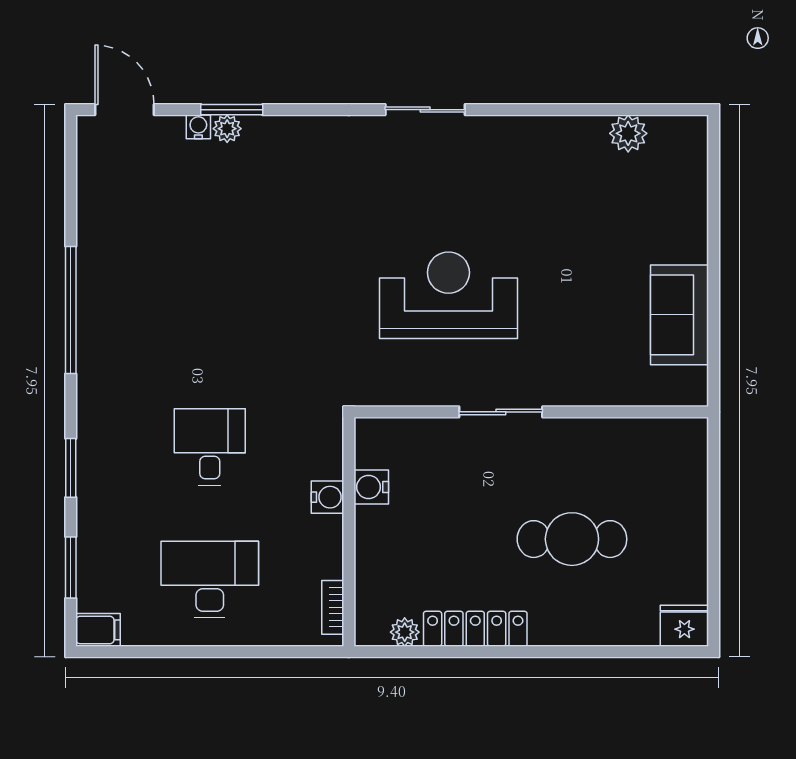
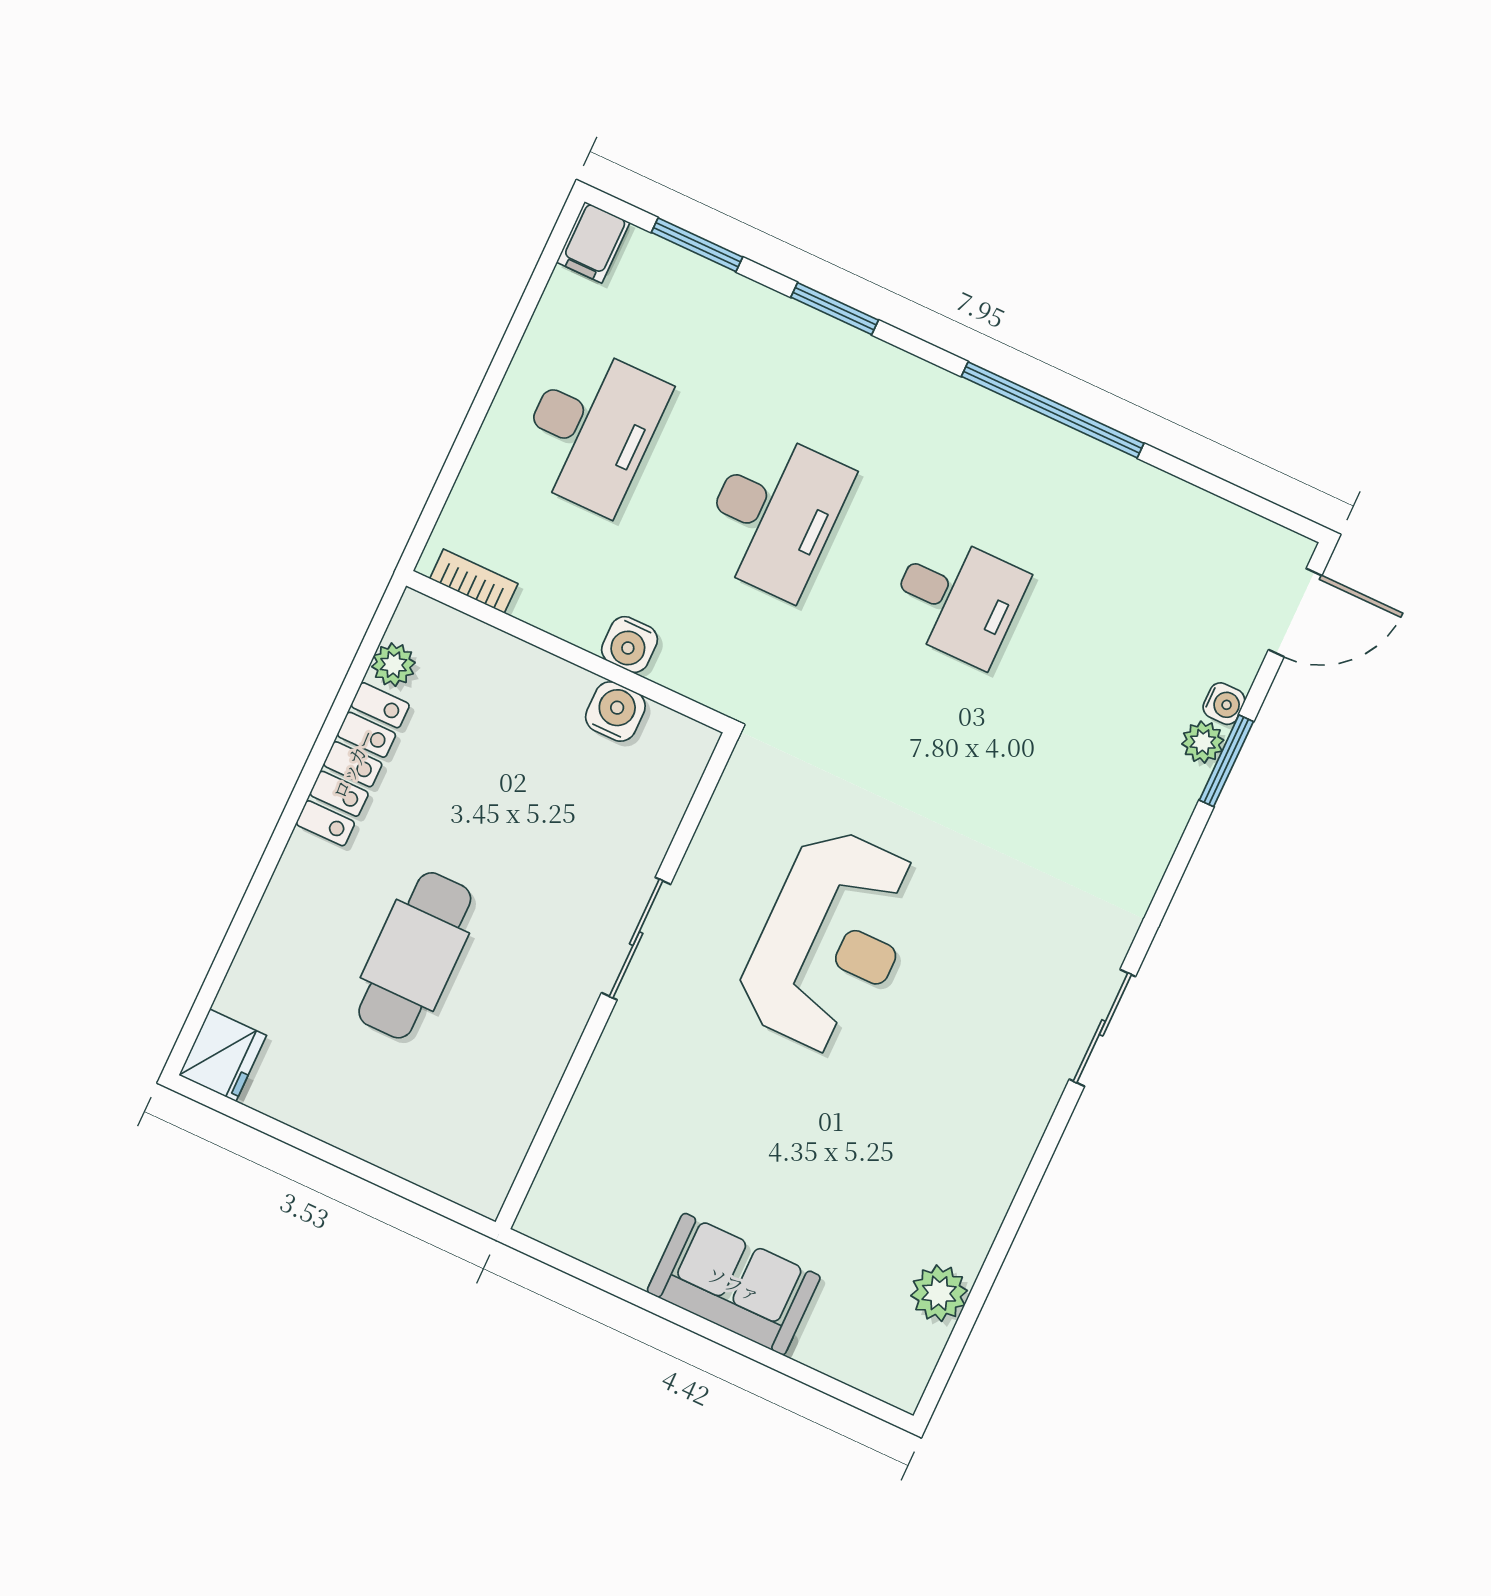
desk: (210, 314) -> (957, 599), added
sofa: (680, 315) -> (734, 1284), moved
desk: (210, 447) -> (774, 514), width x1.37

